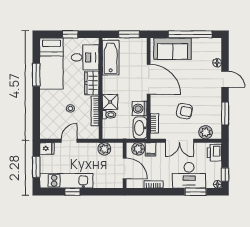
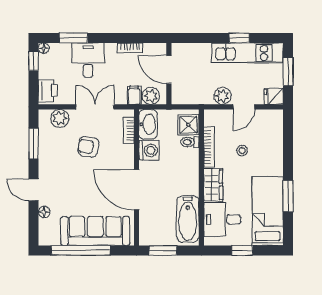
sofa: (173, 49) -> (95, 231), width x1.36
shower: (110, 102) -> (188, 125), moved
plant: (104, 149) -> (222, 96), moved
desk: (189, 175) -> (88, 60), width x0.73

